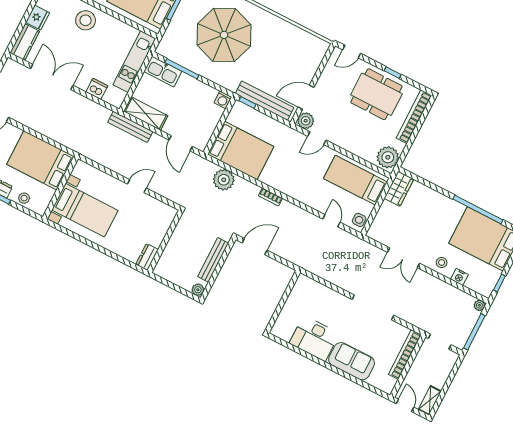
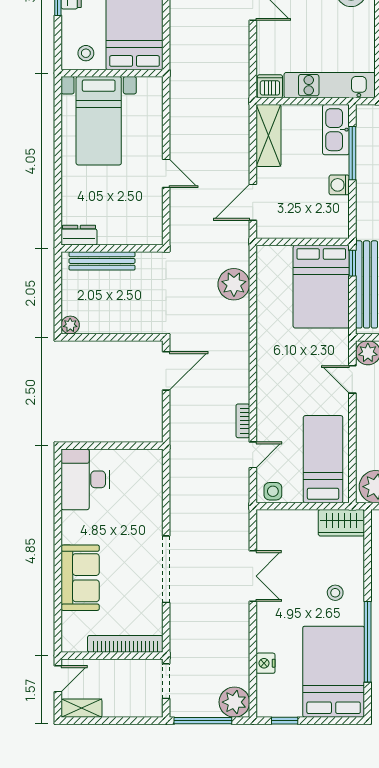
dishwasher: (97, 89) -> (270, 86), moved, turned -90
washing machine: (223, 100) -> (339, 185), moved
bench: (130, 127) -> (240, 124), removed
bed: (241, 151) -> (321, 287), moved
bookcase: (270, 197) -> (243, 421), moved
stool: (24, 198) -> (86, 53), moved
door: (255, 247) -> (166, 371), hinge flipped
double door: (403, 258) -> (253, 576), swing flipped
bench: (213, 260) -> (102, 261), moved
stool: (442, 262) -> (335, 593), moved
plant: (479, 305) -> (234, 702), width x1.88, depth x1.88
desk: (314, 338) -> (85, 479), moved

